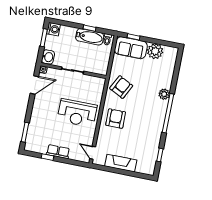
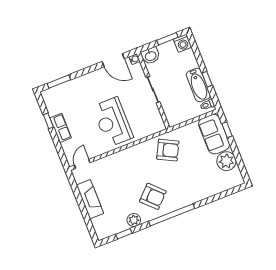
plant: (164, 94) -> (134, 220), moved
armchair: (116, 119) -> (153, 196), moved, turned 45

